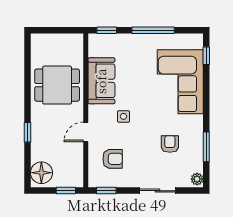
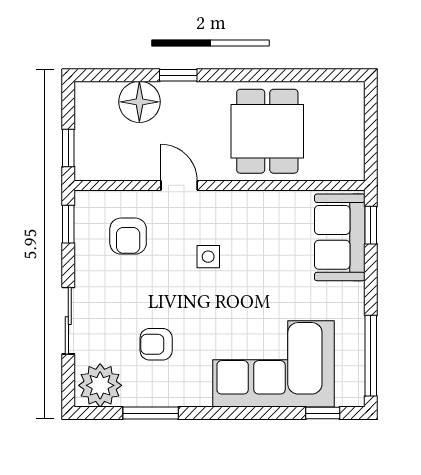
window: (153, 30) -> (371, 356), moved
sofa: (101, 81) -> (340, 237), moved, turned 90
armchair: (170, 144) -> (156, 344), turned 180
floor lamp: (41, 173) -> (139, 102), moved
plant: (197, 179) -> (100, 385), width x1.88, depth x1.88

